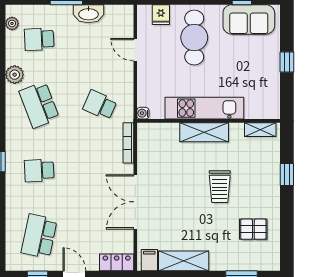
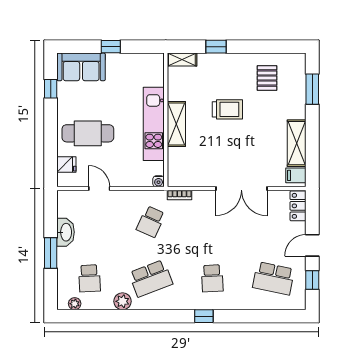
sofa: (249, 19) -> (81, 67), moved, turned 90
door: (135, 50) -> (99, 188), swing flipped
shelving: (260, 130) -> (182, 60), moved, turned 90
bookcase: (128, 143) -> (180, 195), width x0.64

